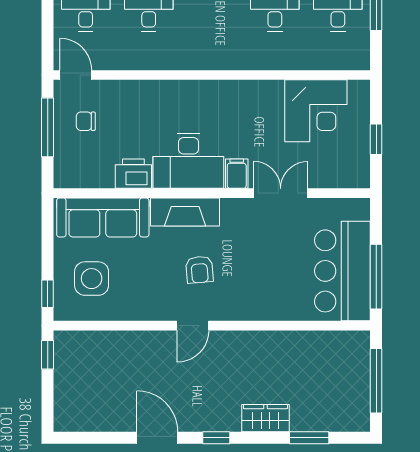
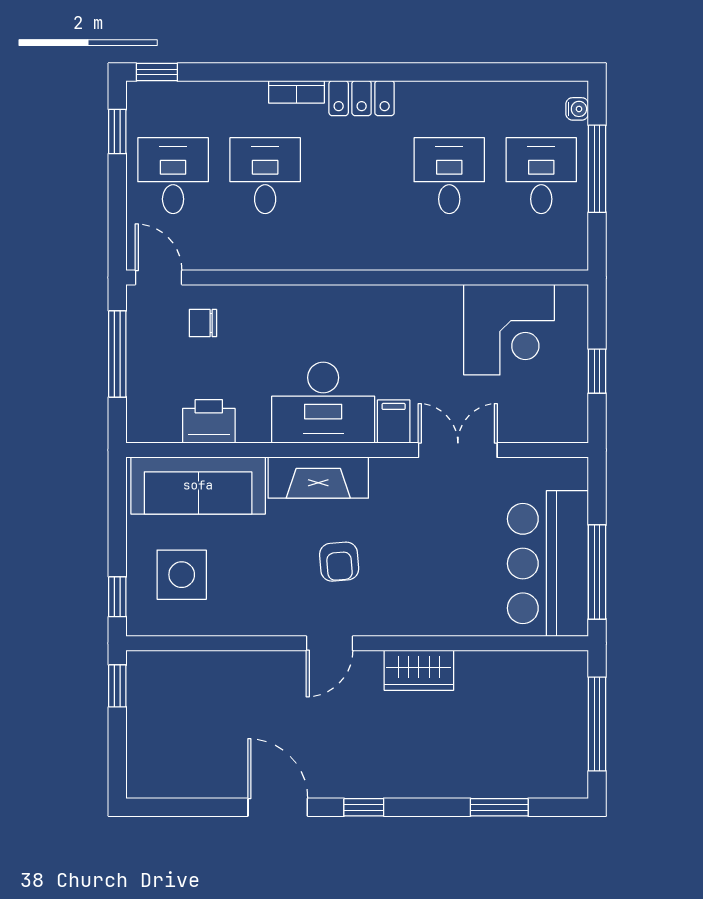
chair: (86, 121) -> (203, 323), moved
printer: (133, 174) -> (209, 421), moved
wardrobe: (266, 418) -> (419, 670), moved, turned 180

